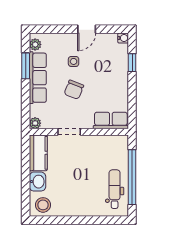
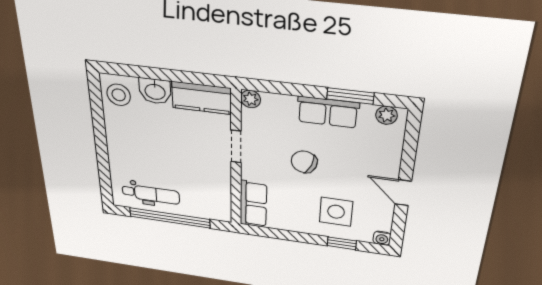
side table: (74, 61) -> (336, 212), moved, width x1.87, depth x1.87
row of seats: (38, 78) -> (328, 112), width x0.68

